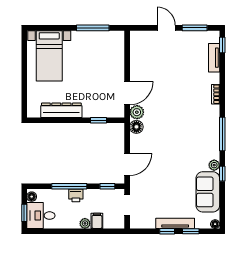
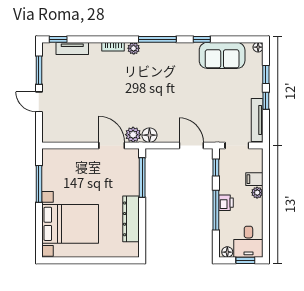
door: (166, 28) -> (39, 102), hinge flipped
bed with nightstands: (49, 56) -> (70, 224), width x1.36
window: (98, 120) -> (142, 178), width x2.17
plant: (214, 165) -> (134, 48), moved
tv unit: (175, 223) -> (257, 120), moved

